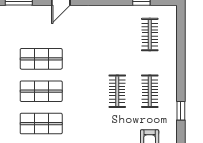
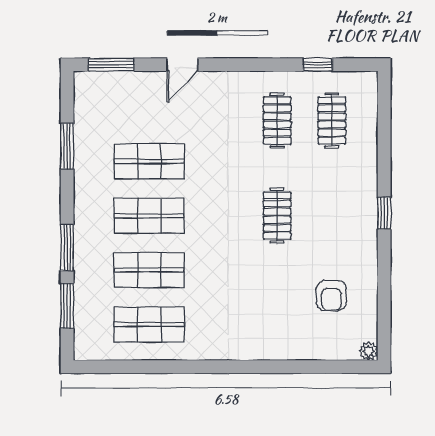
clothes rail: (150, 91) -> (277, 121), moved
window: (181, 111) -> (384, 213), moved

